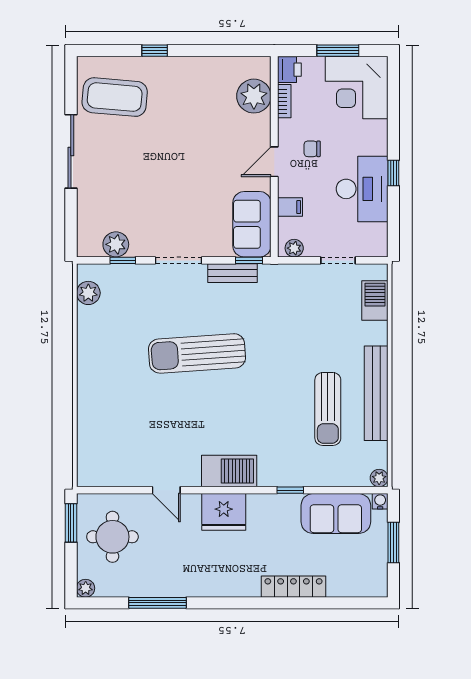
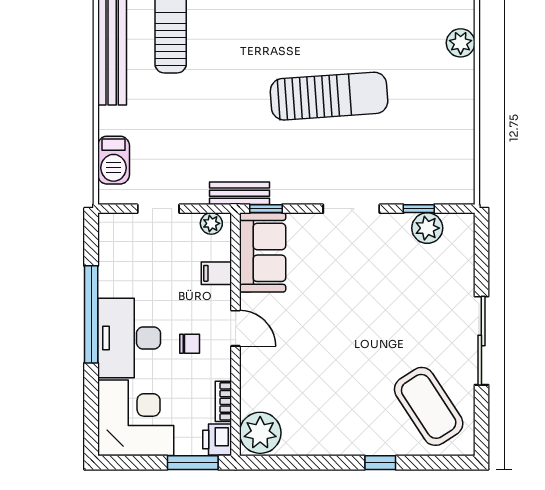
window: (338, 51) -> (193, 463), moved
plant: (254, 96) -> (260, 433), moved
coffee table: (115, 97) -> (429, 406), turned 52
door: (274, 162) -> (236, 328), hinge flipped
window: (393, 173) -> (91, 314), width x3.17
desk: (362, 189) -> (129, 338), moved
bench: (233, 273) -> (240, 193), moved
plant: (88, 293) -> (461, 43), moved

